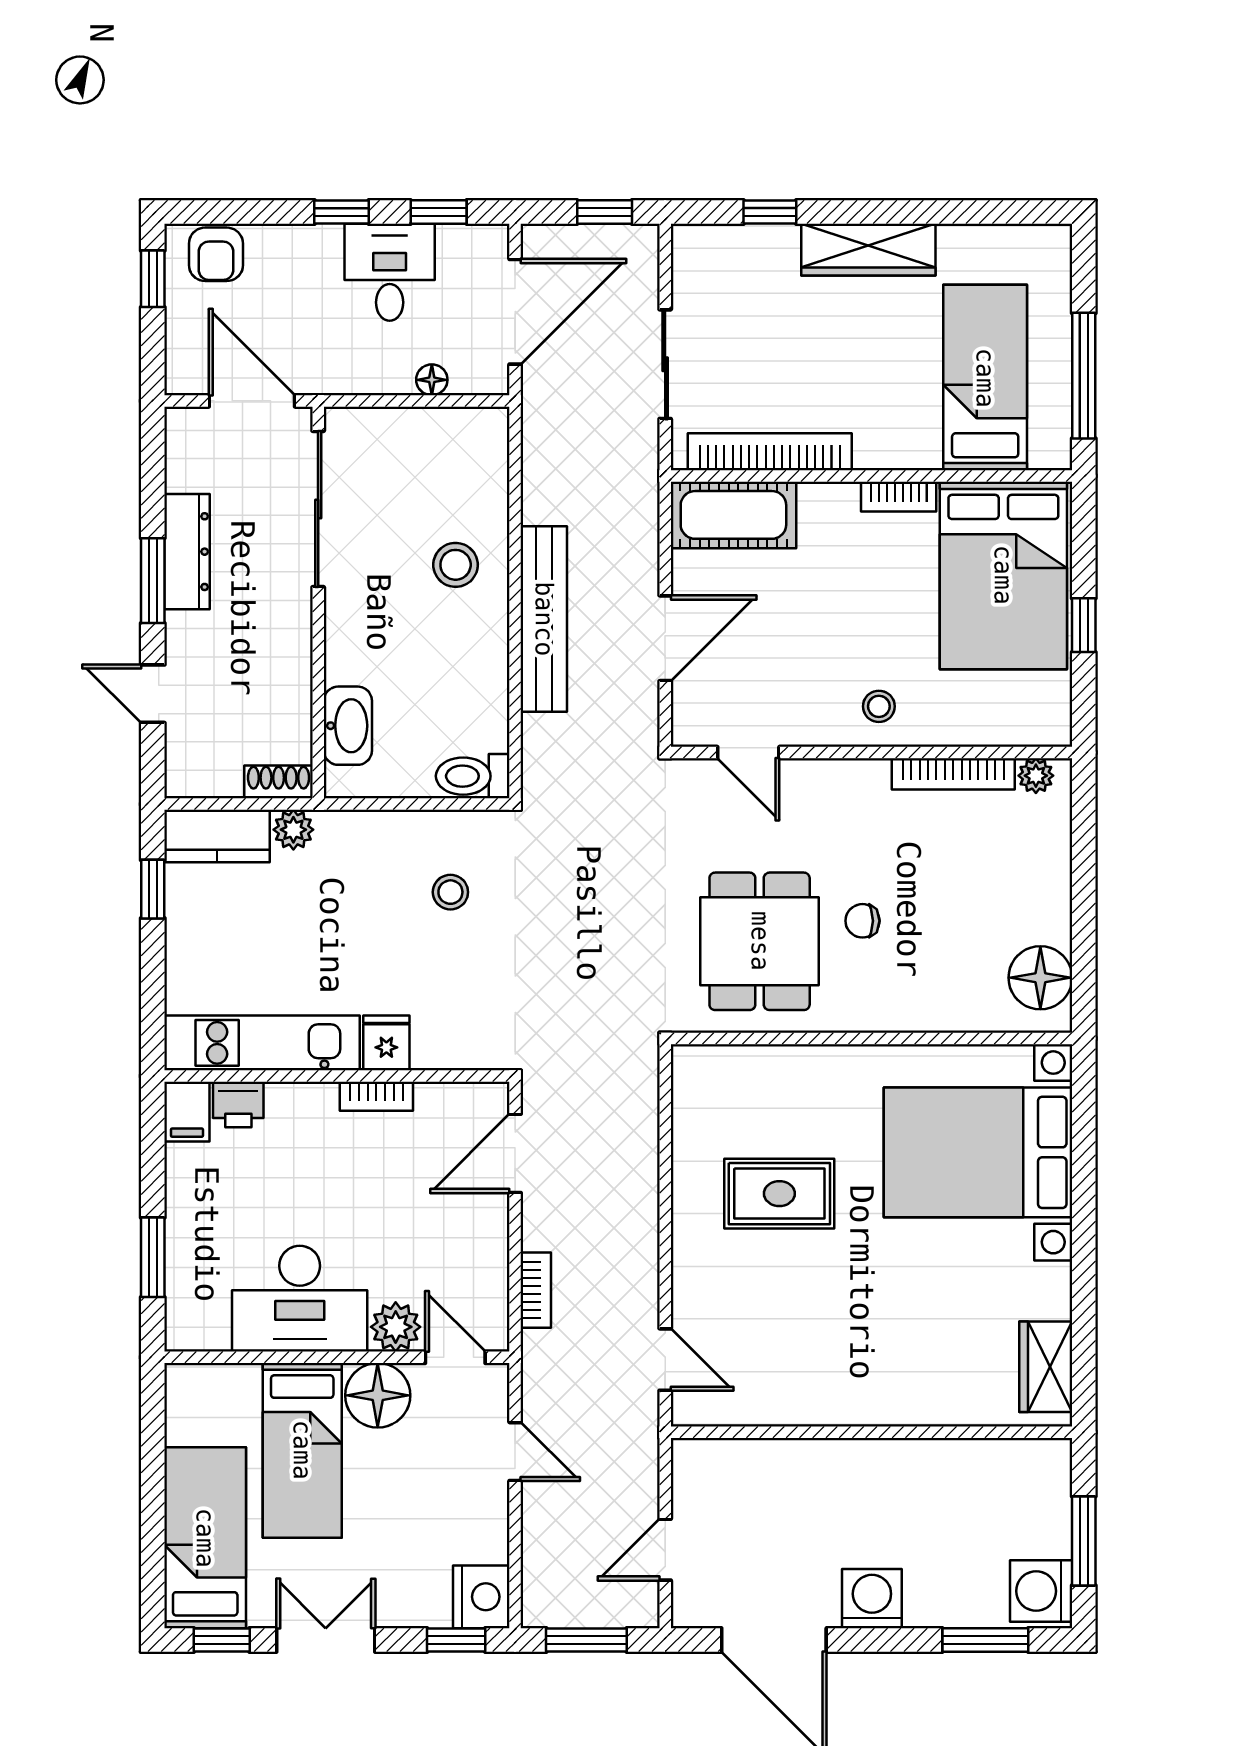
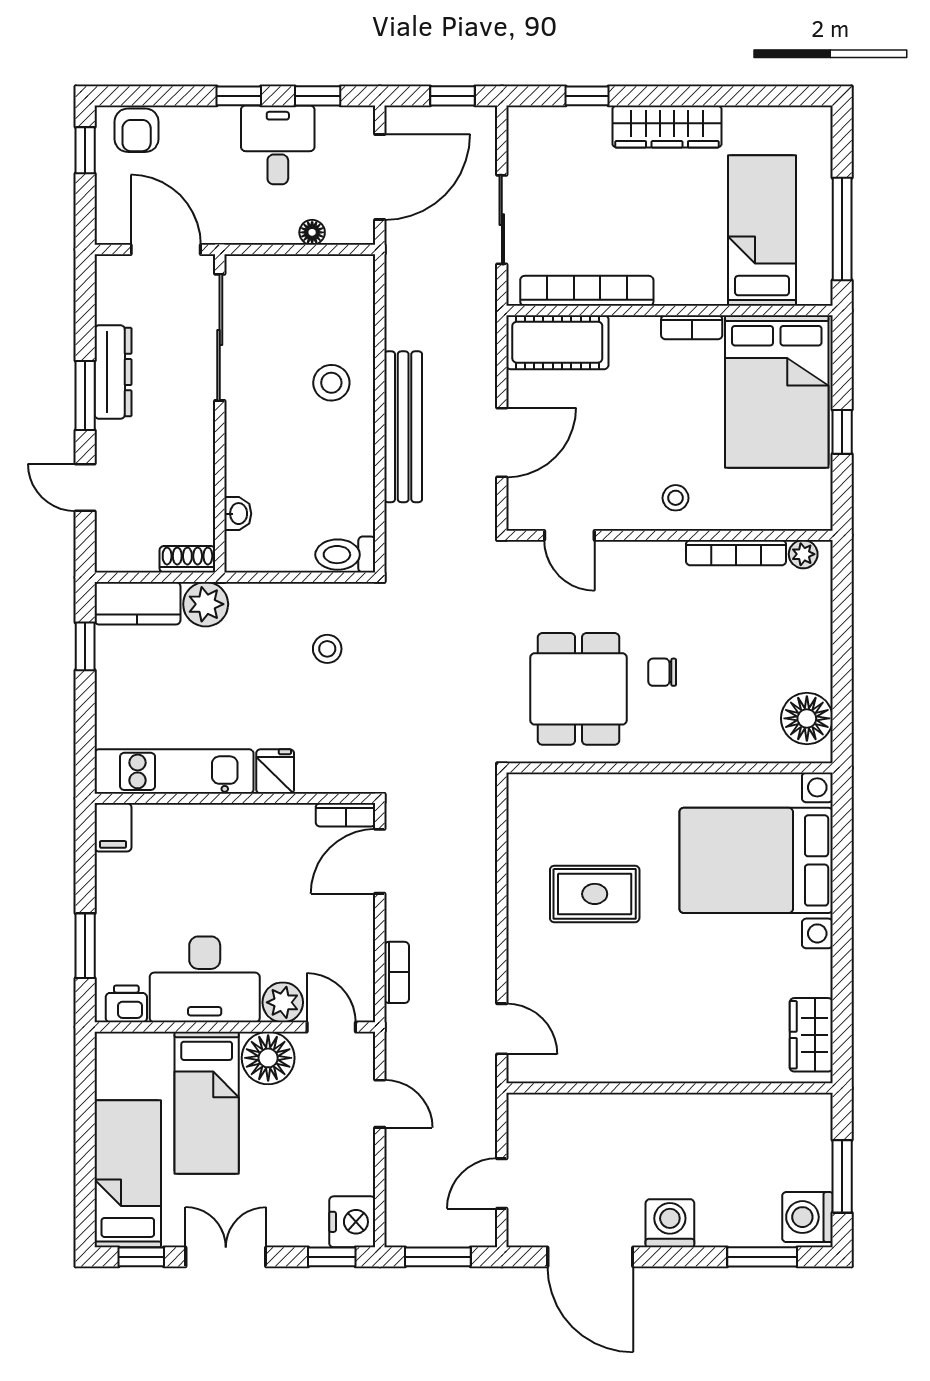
washbasin: (348, 726) -> (238, 514), width x0.52, depth x0.69
plant: (293, 830) -> (206, 604), width x1.38, depth x1.38
bookcase: (376, 1096) -> (346, 815), moved
printer: (238, 1104) -> (126, 1004), moved, turned 180

